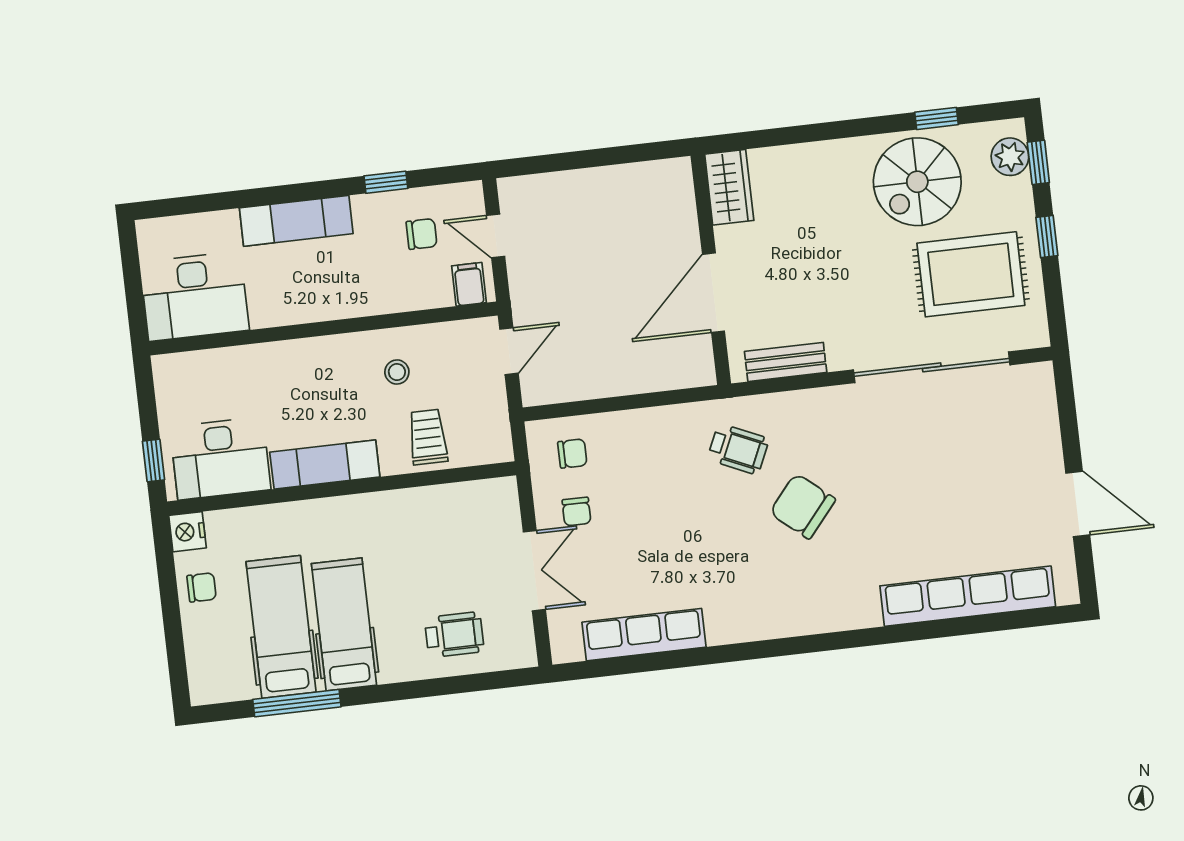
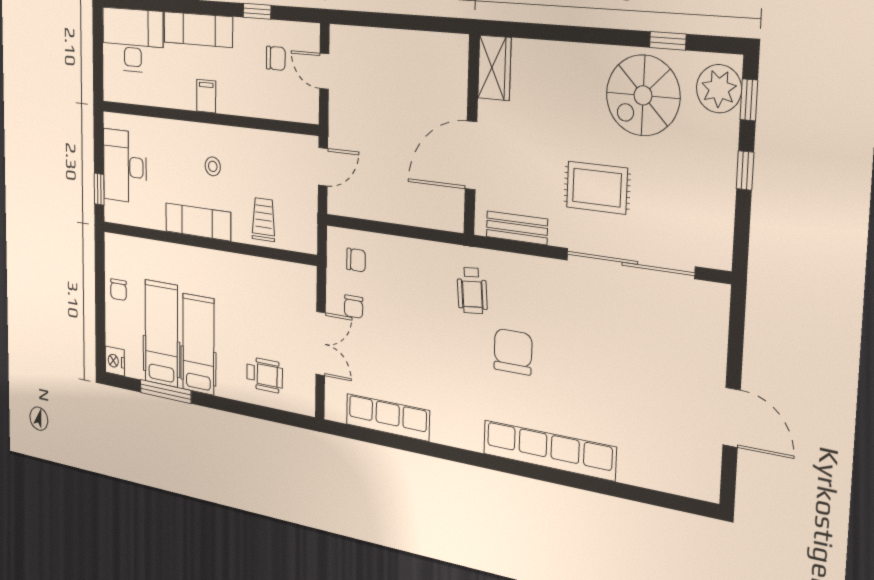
plant: (1010, 157) -> (719, 89), width x1.36, depth x1.36
rug: (971, 274) -> (597, 188), moved, width x0.73, depth x0.70
filing cabinet: (469, 284) -> (206, 96), moved
desk: (194, 296) -> (133, 40), moved, turned 180
stool: (397, 372) -> (213, 166), moved
wheelchair: (738, 449) -> (472, 291), turned 61
desk: (220, 458) -> (125, 166), moved, turned 90
chair: (803, 506) -> (513, 352), turned 50
nightstand: (188, 532) -> (115, 361), moved
chair: (202, 587) -> (119, 290), turned 90
row of seats: (968, 596) -> (549, 450), moved

